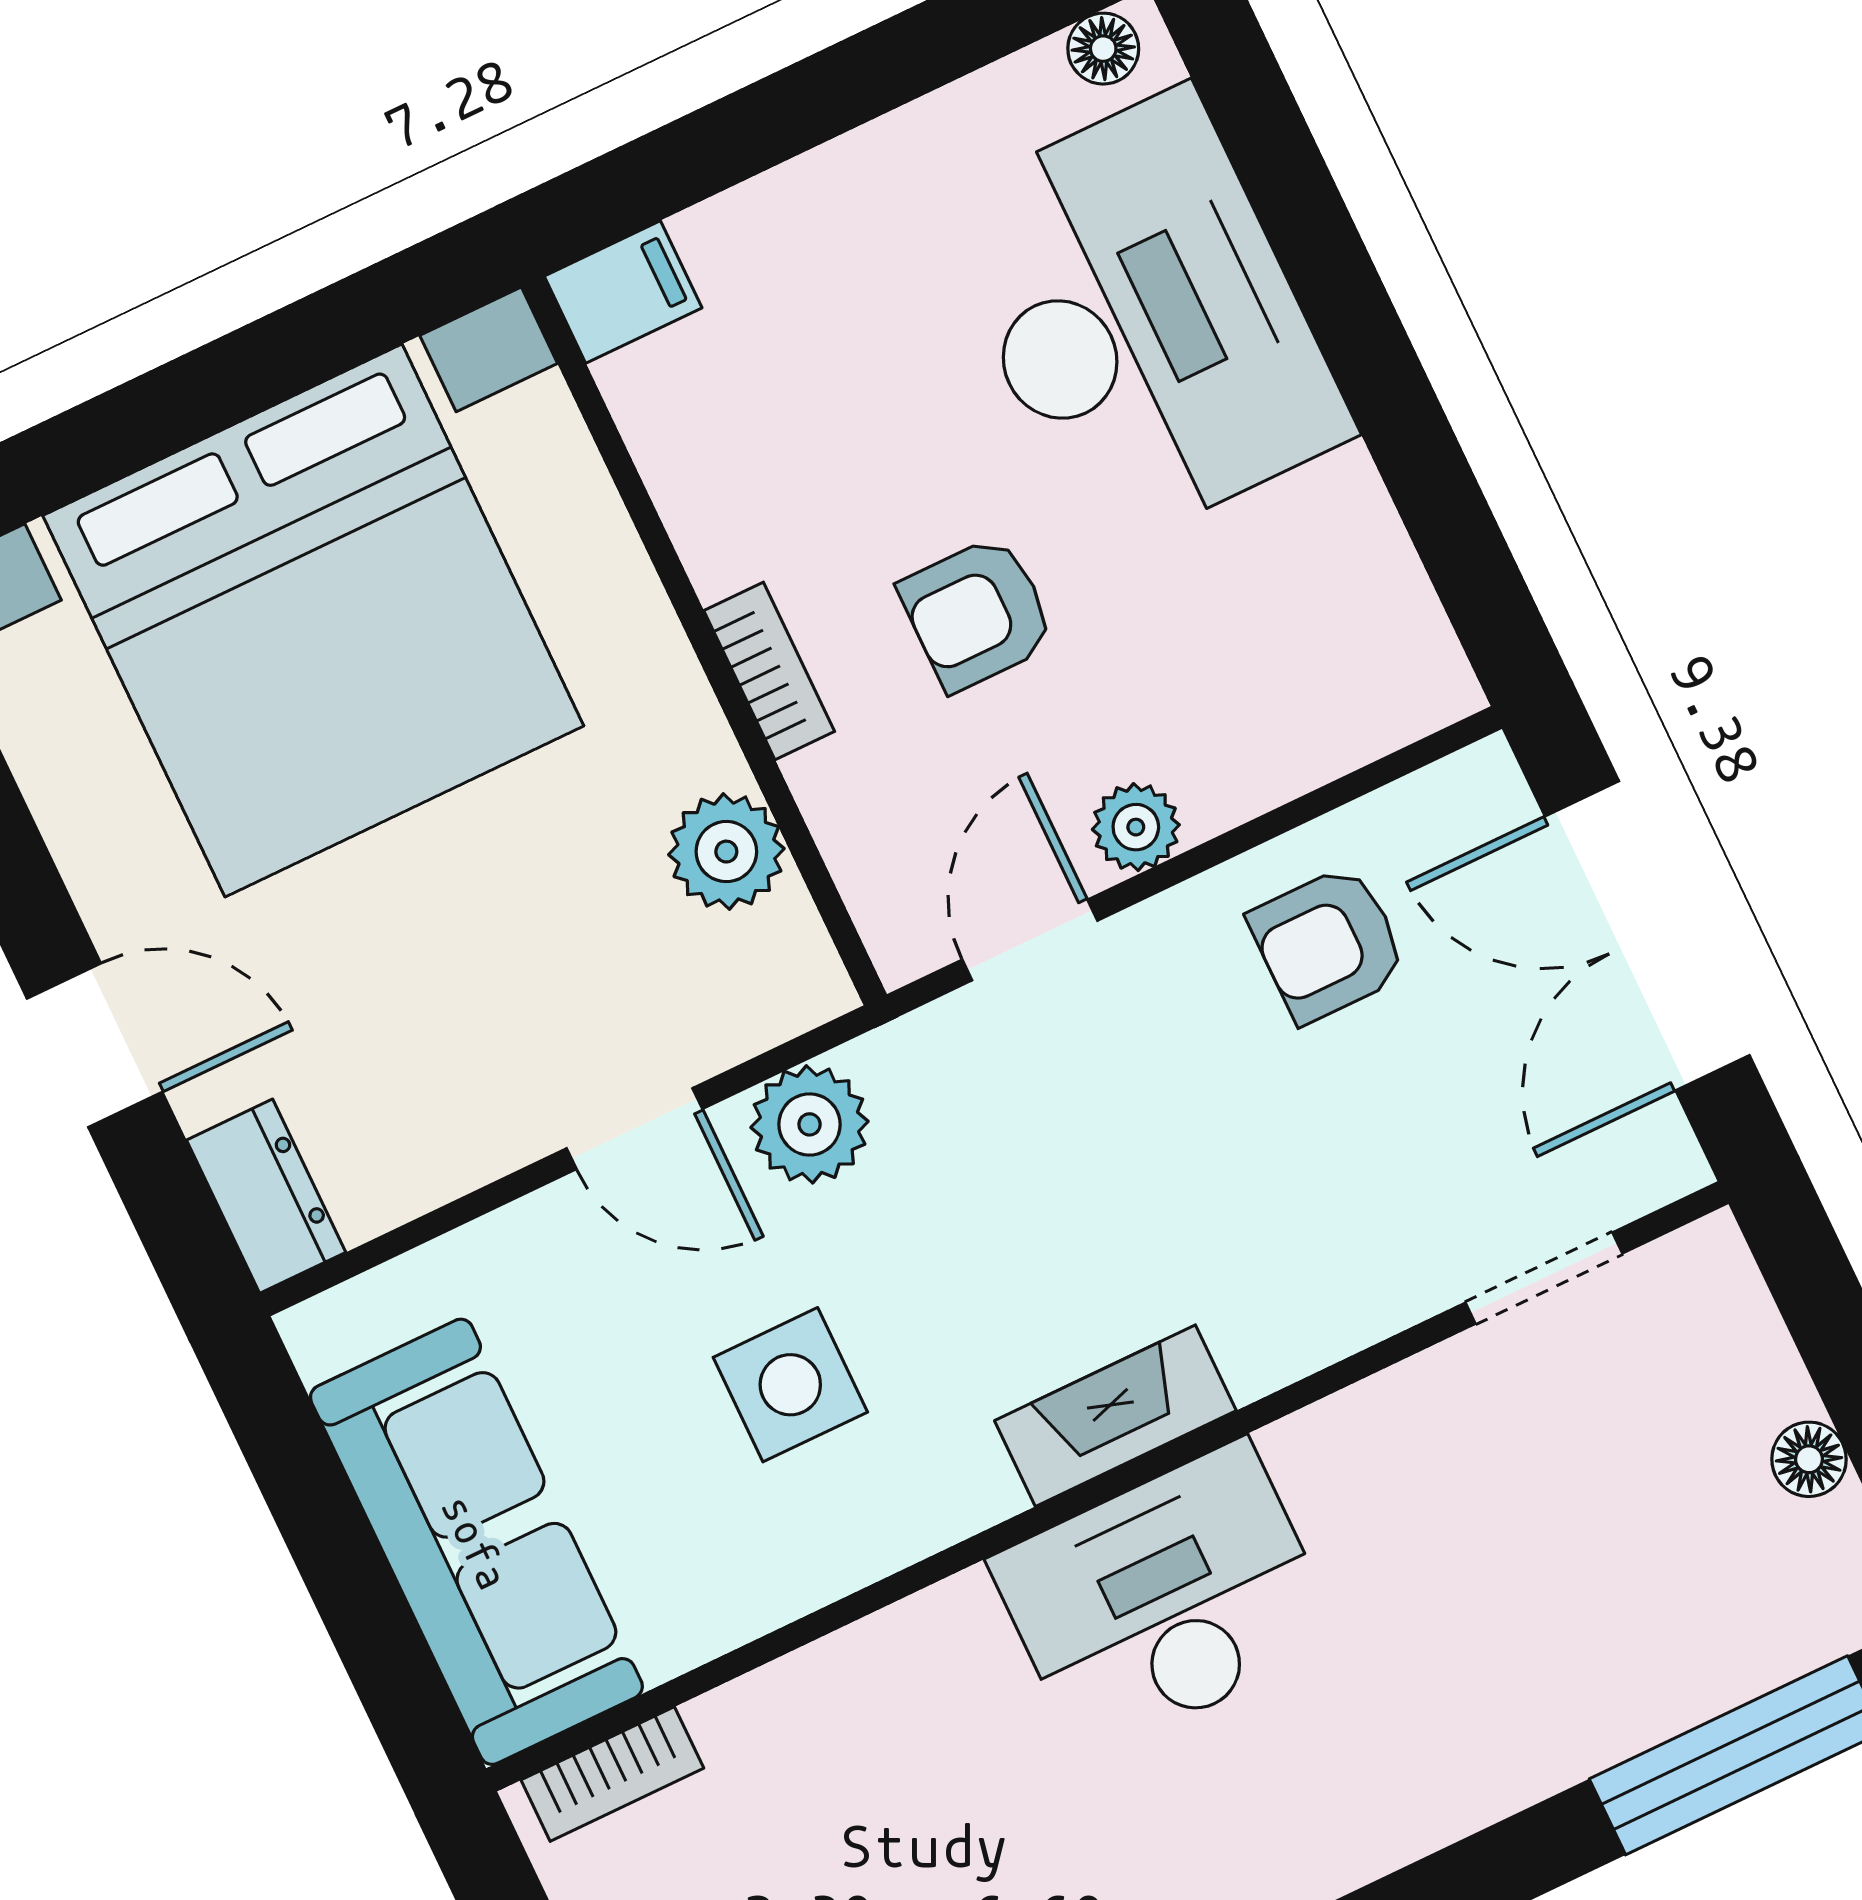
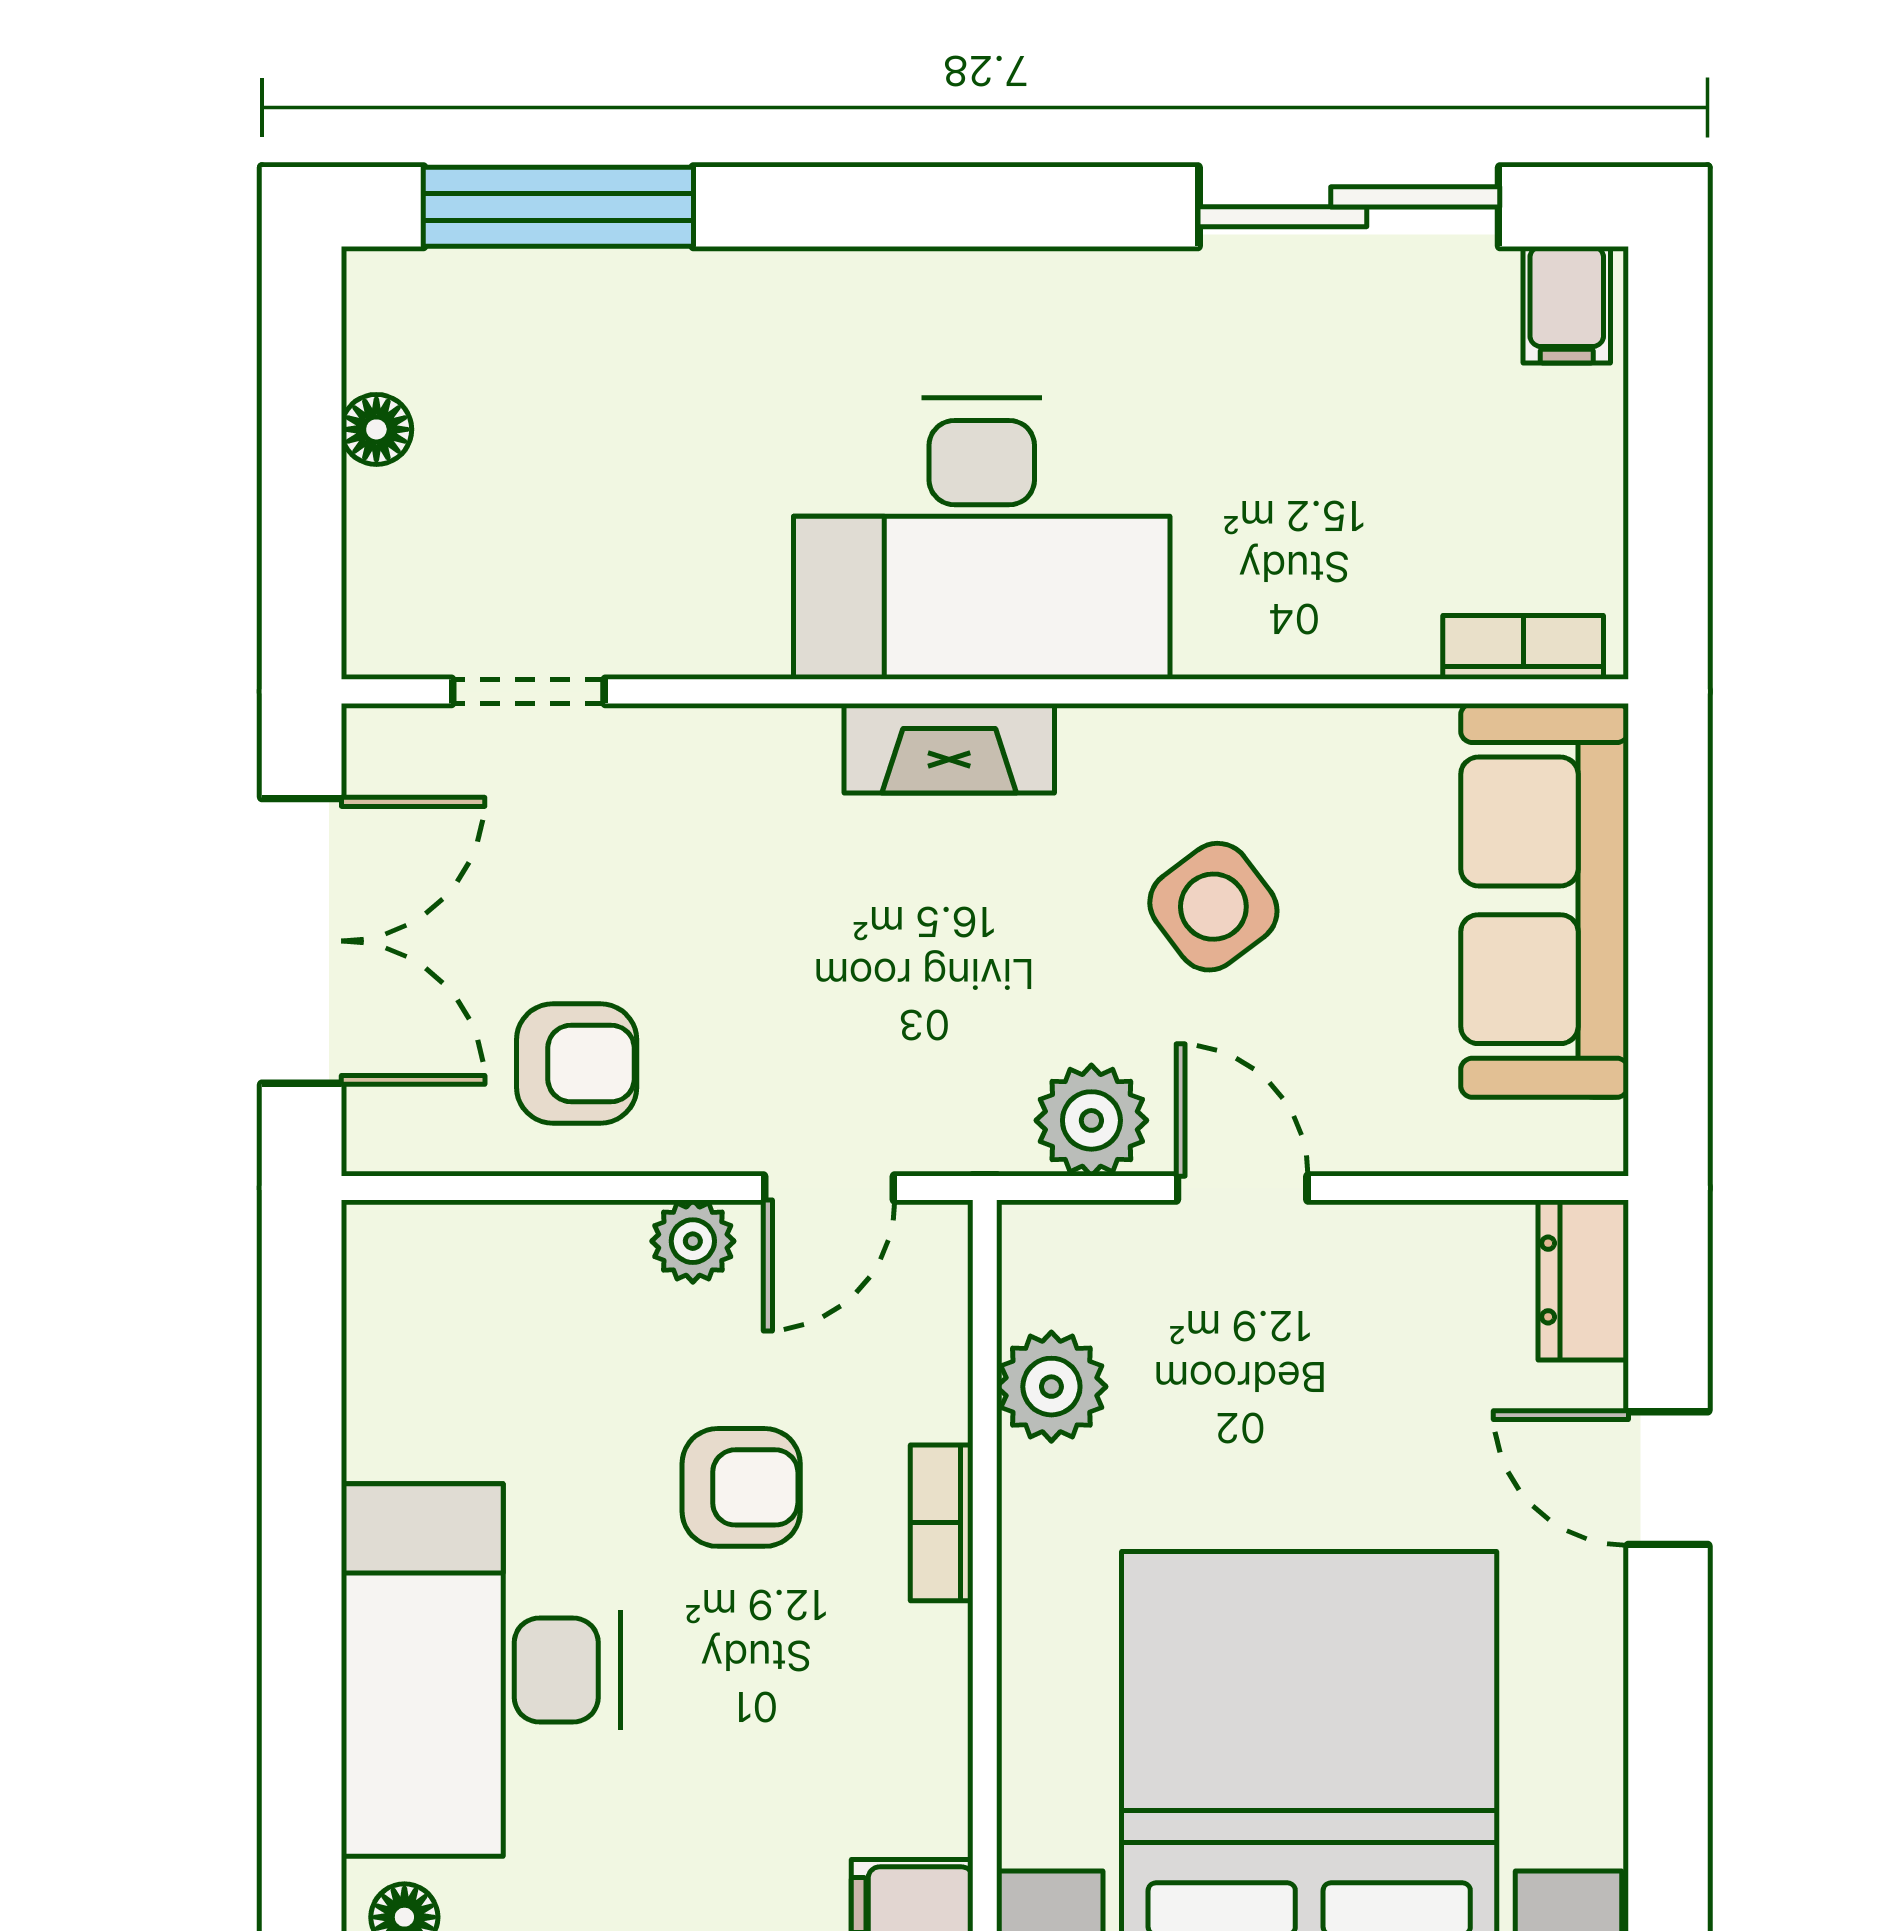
side table: (790, 1385) -> (1213, 907), turned -37
desk: (1165, 1600) -> (982, 539), width x1.36, depth x1.30

